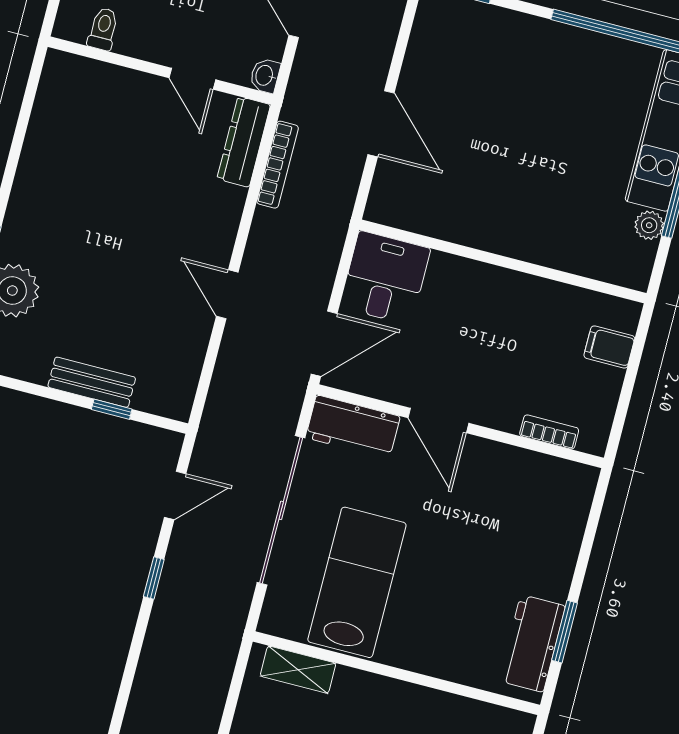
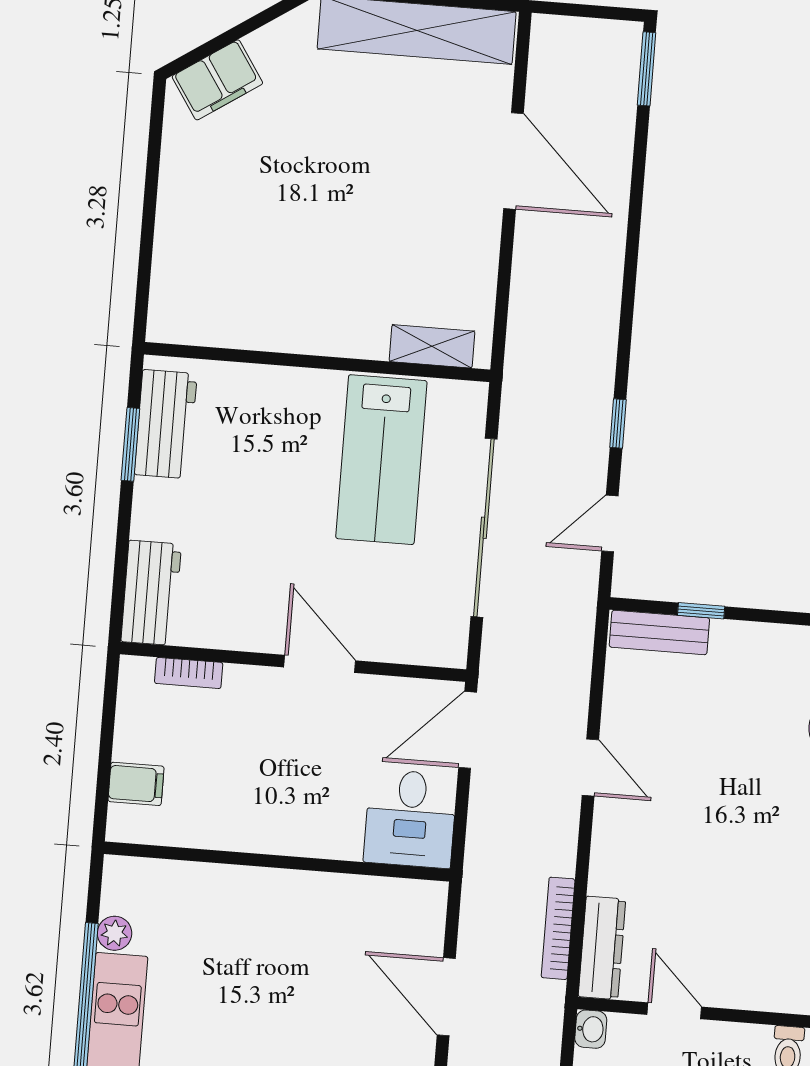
bench: (92, 382) -> (659, 632), moved
workbench: (353, 427) -> (151, 593), moved, turned 90

